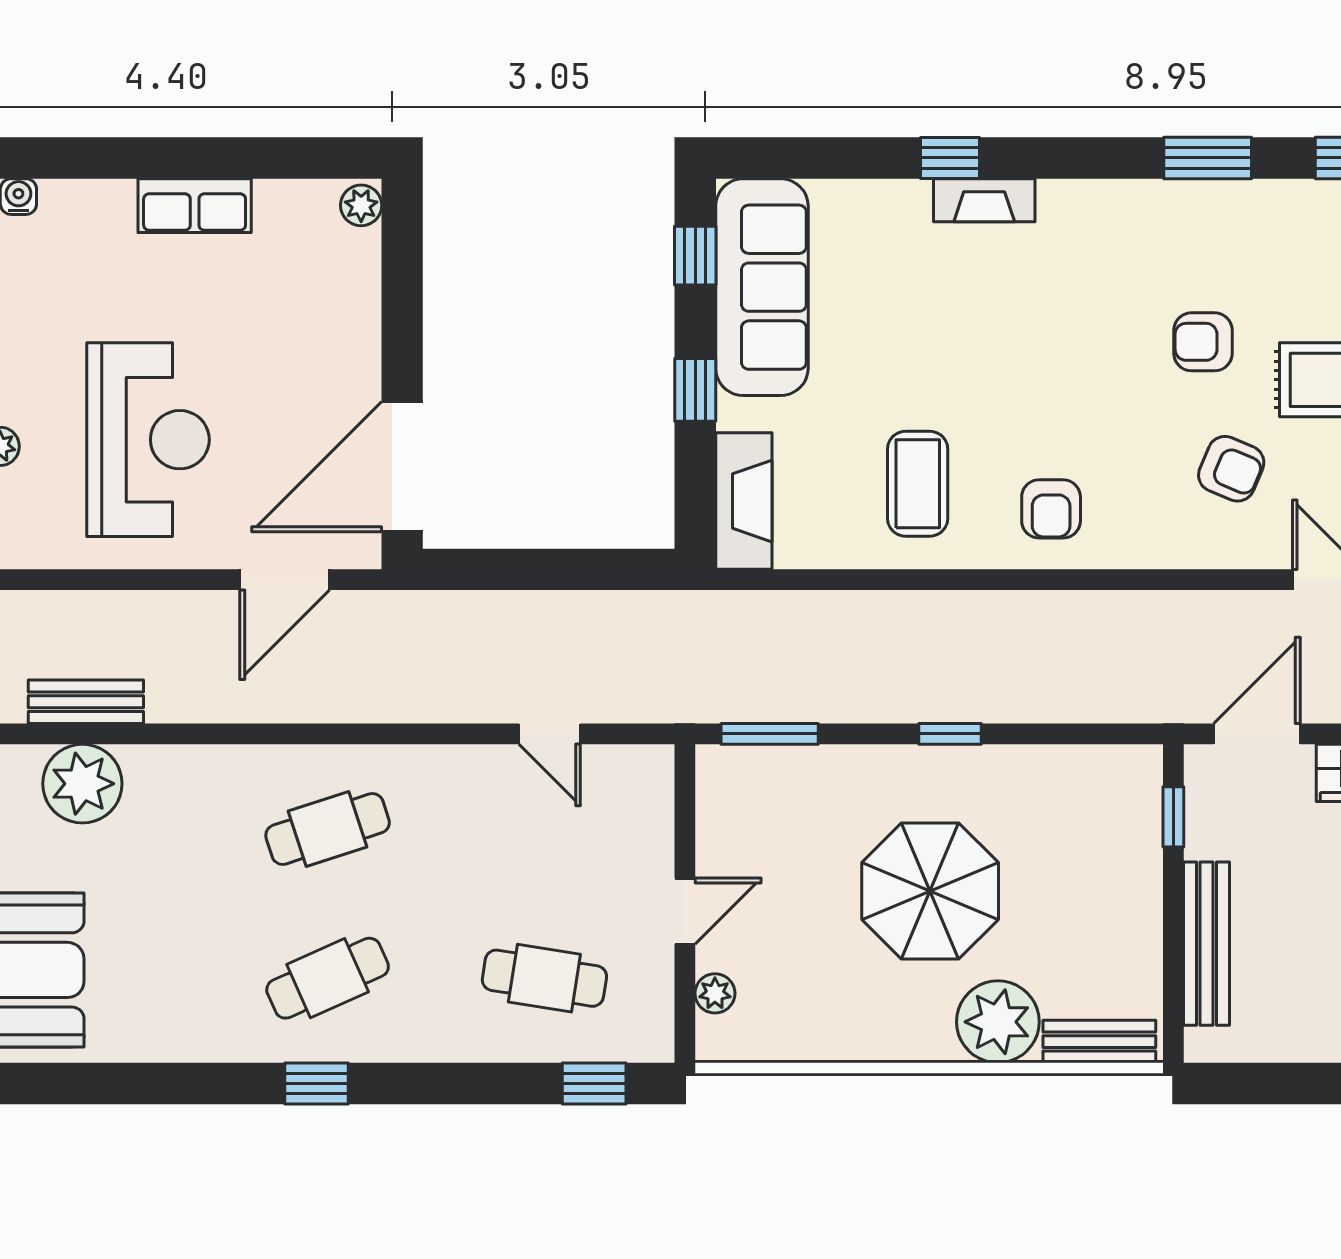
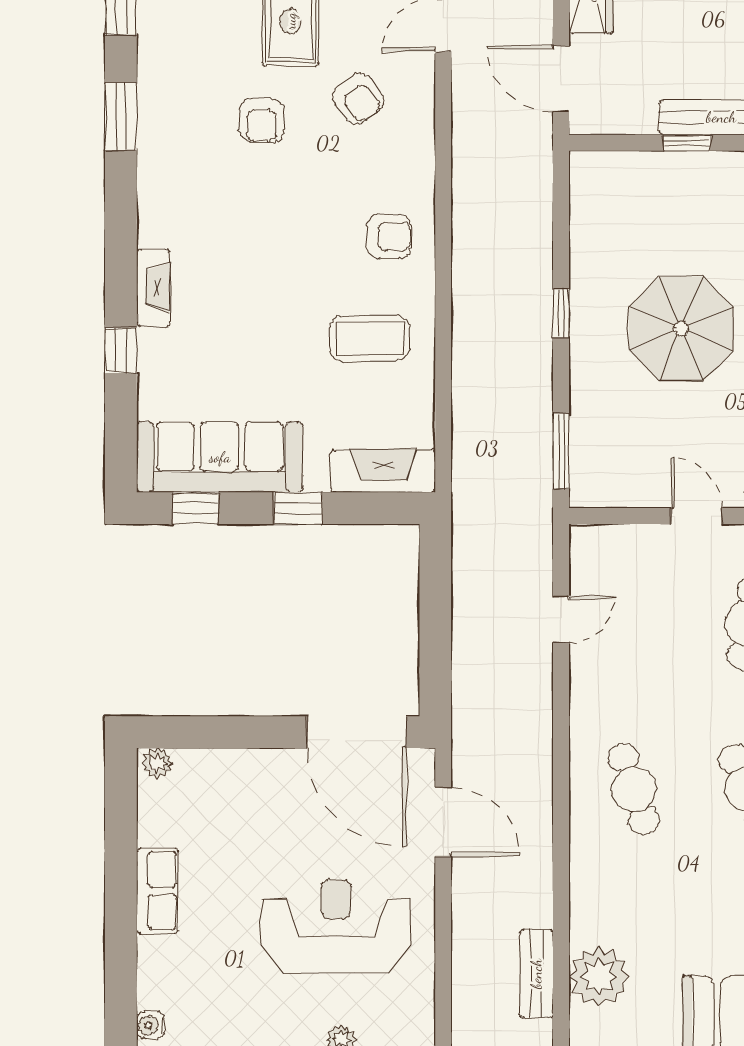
window: (950, 158) -> (121, 351), moved
armchair: (1231, 469) -> (358, 99), turned 119
window: (1173, 817) -> (687, 143), moved

